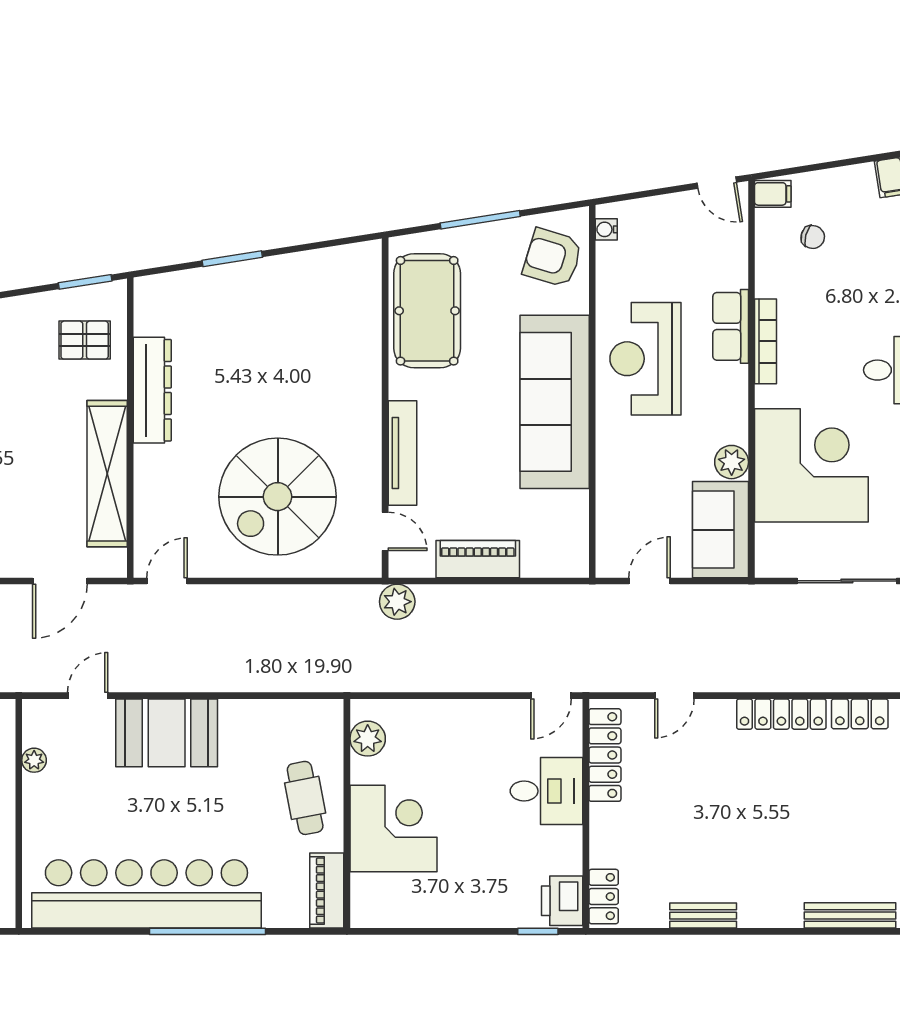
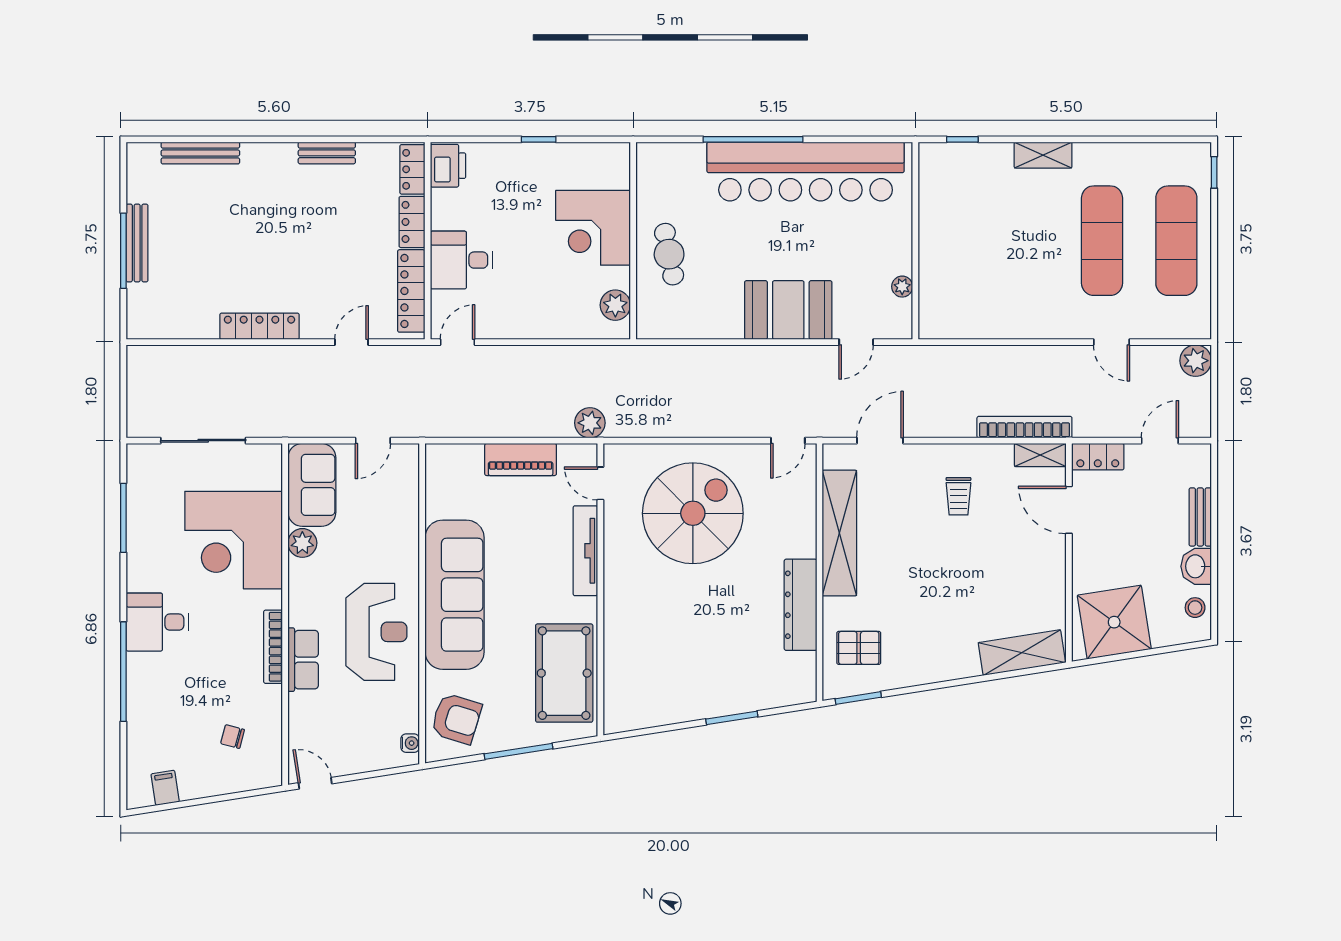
filing cabinet: (773, 194) -> (267, 774), removed
locker: (860, 714) -> (412, 222), moved, turned -90
piano: (327, 891) -> (650, 174), removed
window: (538, 931) -> (539, 139), moved

